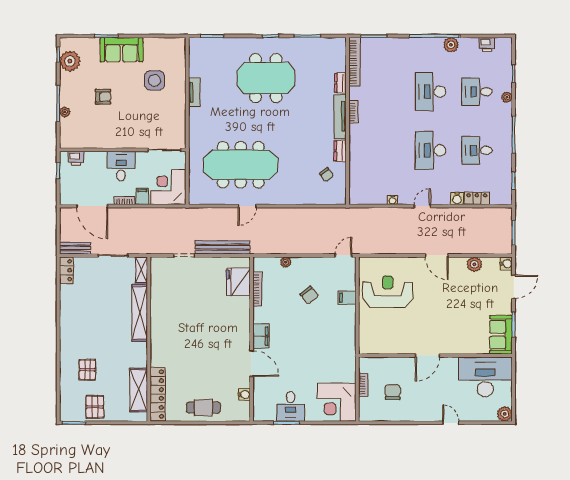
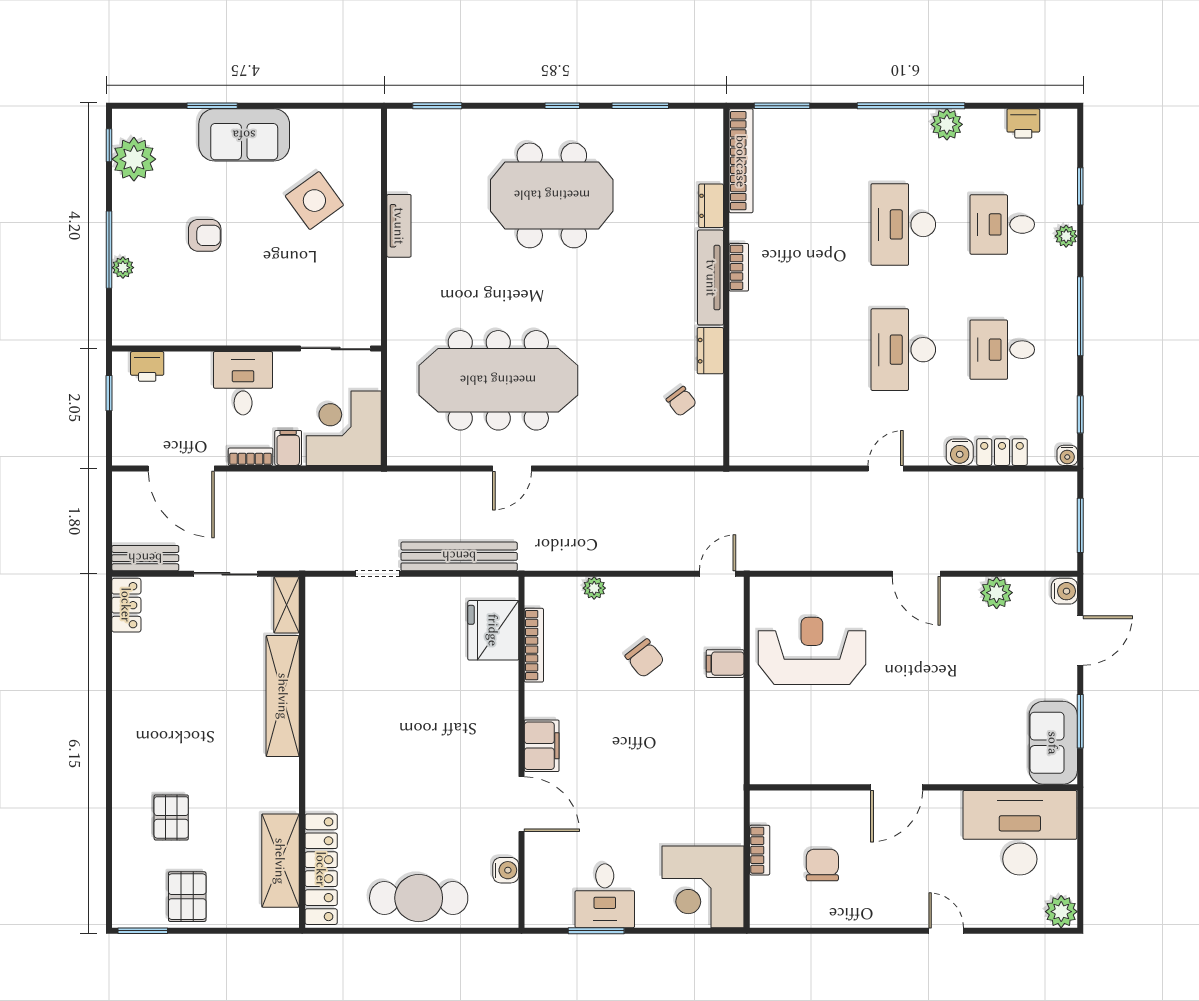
side table: (154, 80) -> (314, 201), turned -36
water cooler: (392, 200) -> (1067, 455), moved
cafe table: (203, 408) -> (419, 898), width x1.37, depth x1.35

